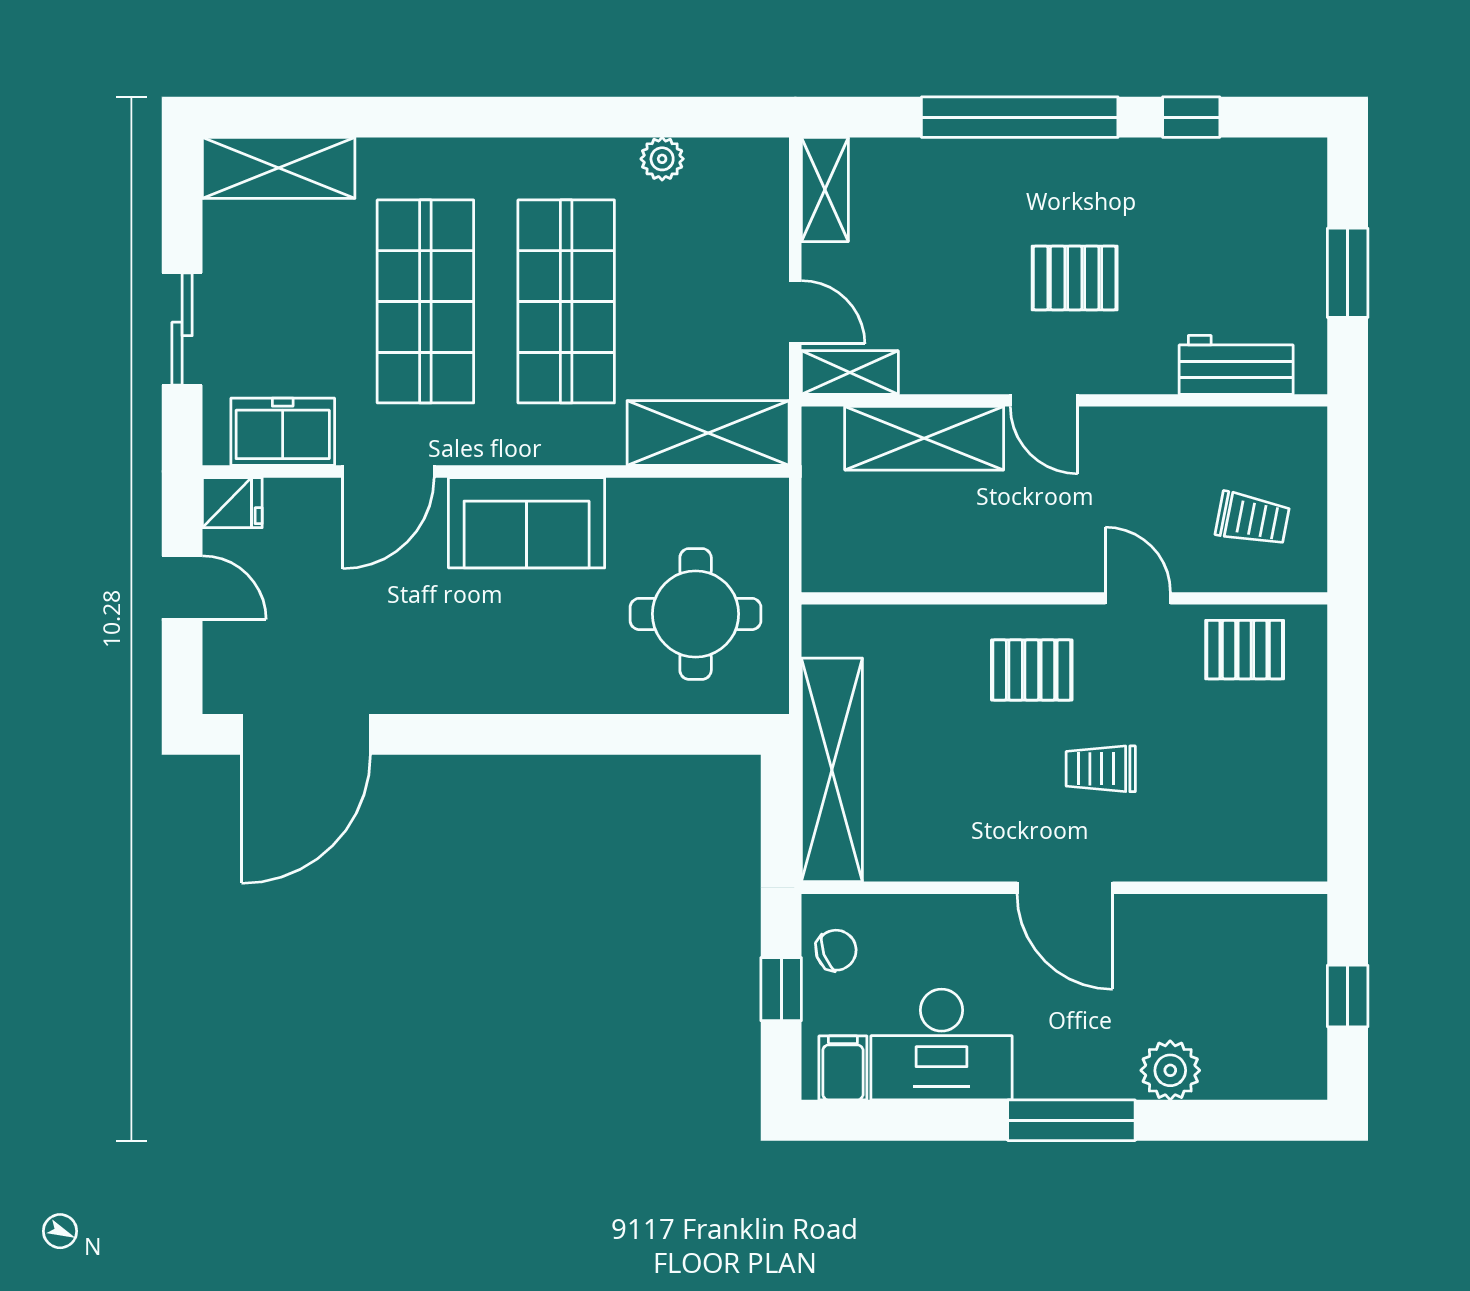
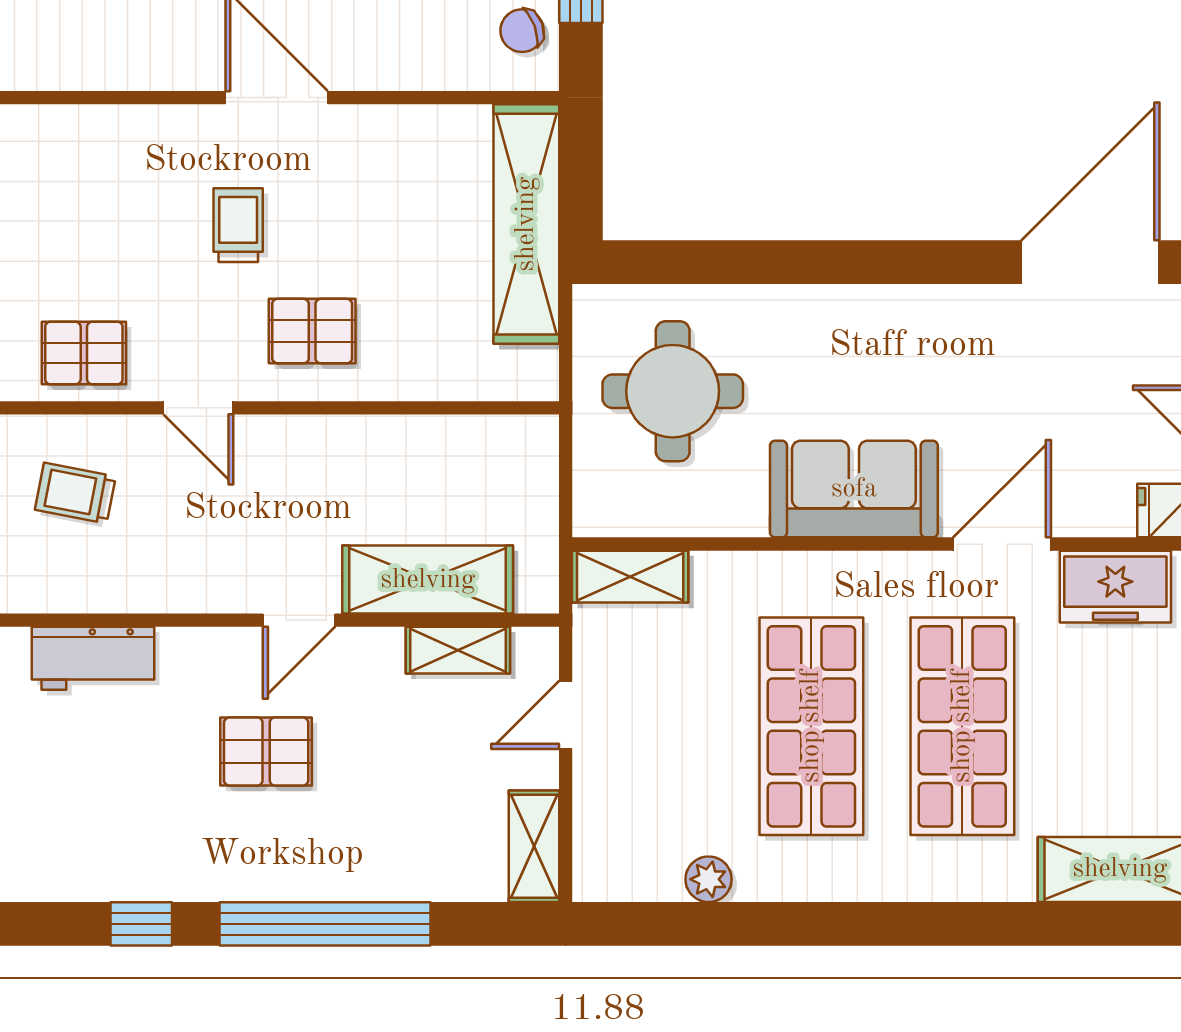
door: (795, 312) -> (566, 715), hinge flipped
shelving: (850, 372) -> (458, 650), moved
door: (1044, 400) -> (299, 620), swing flipped
shelving: (708, 433) -> (630, 577), width x0.67, depth x0.75
trolley: (1101, 769) -> (238, 225), turned -90

